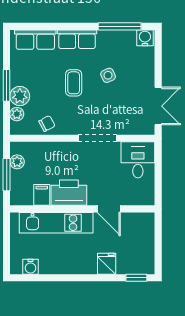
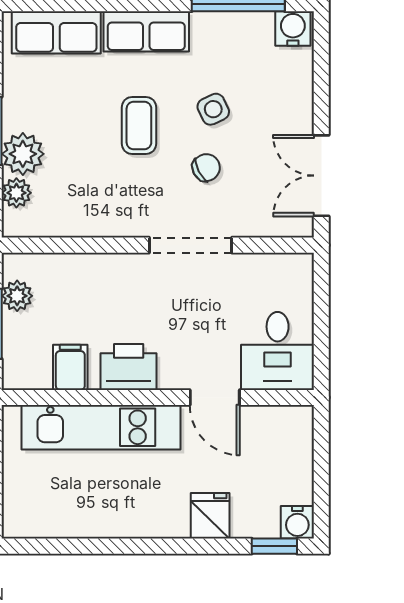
double door: (158, 106) -> (321, 176), swing flipped
chair: (47, 124) -> (206, 168), moved
desk: (138, 160) -> (278, 351), moved, turned 180
printer: (69, 193) -> (129, 367), width x0.73, depth x0.84
water cooler: (30, 267) -> (297, 522), moved

